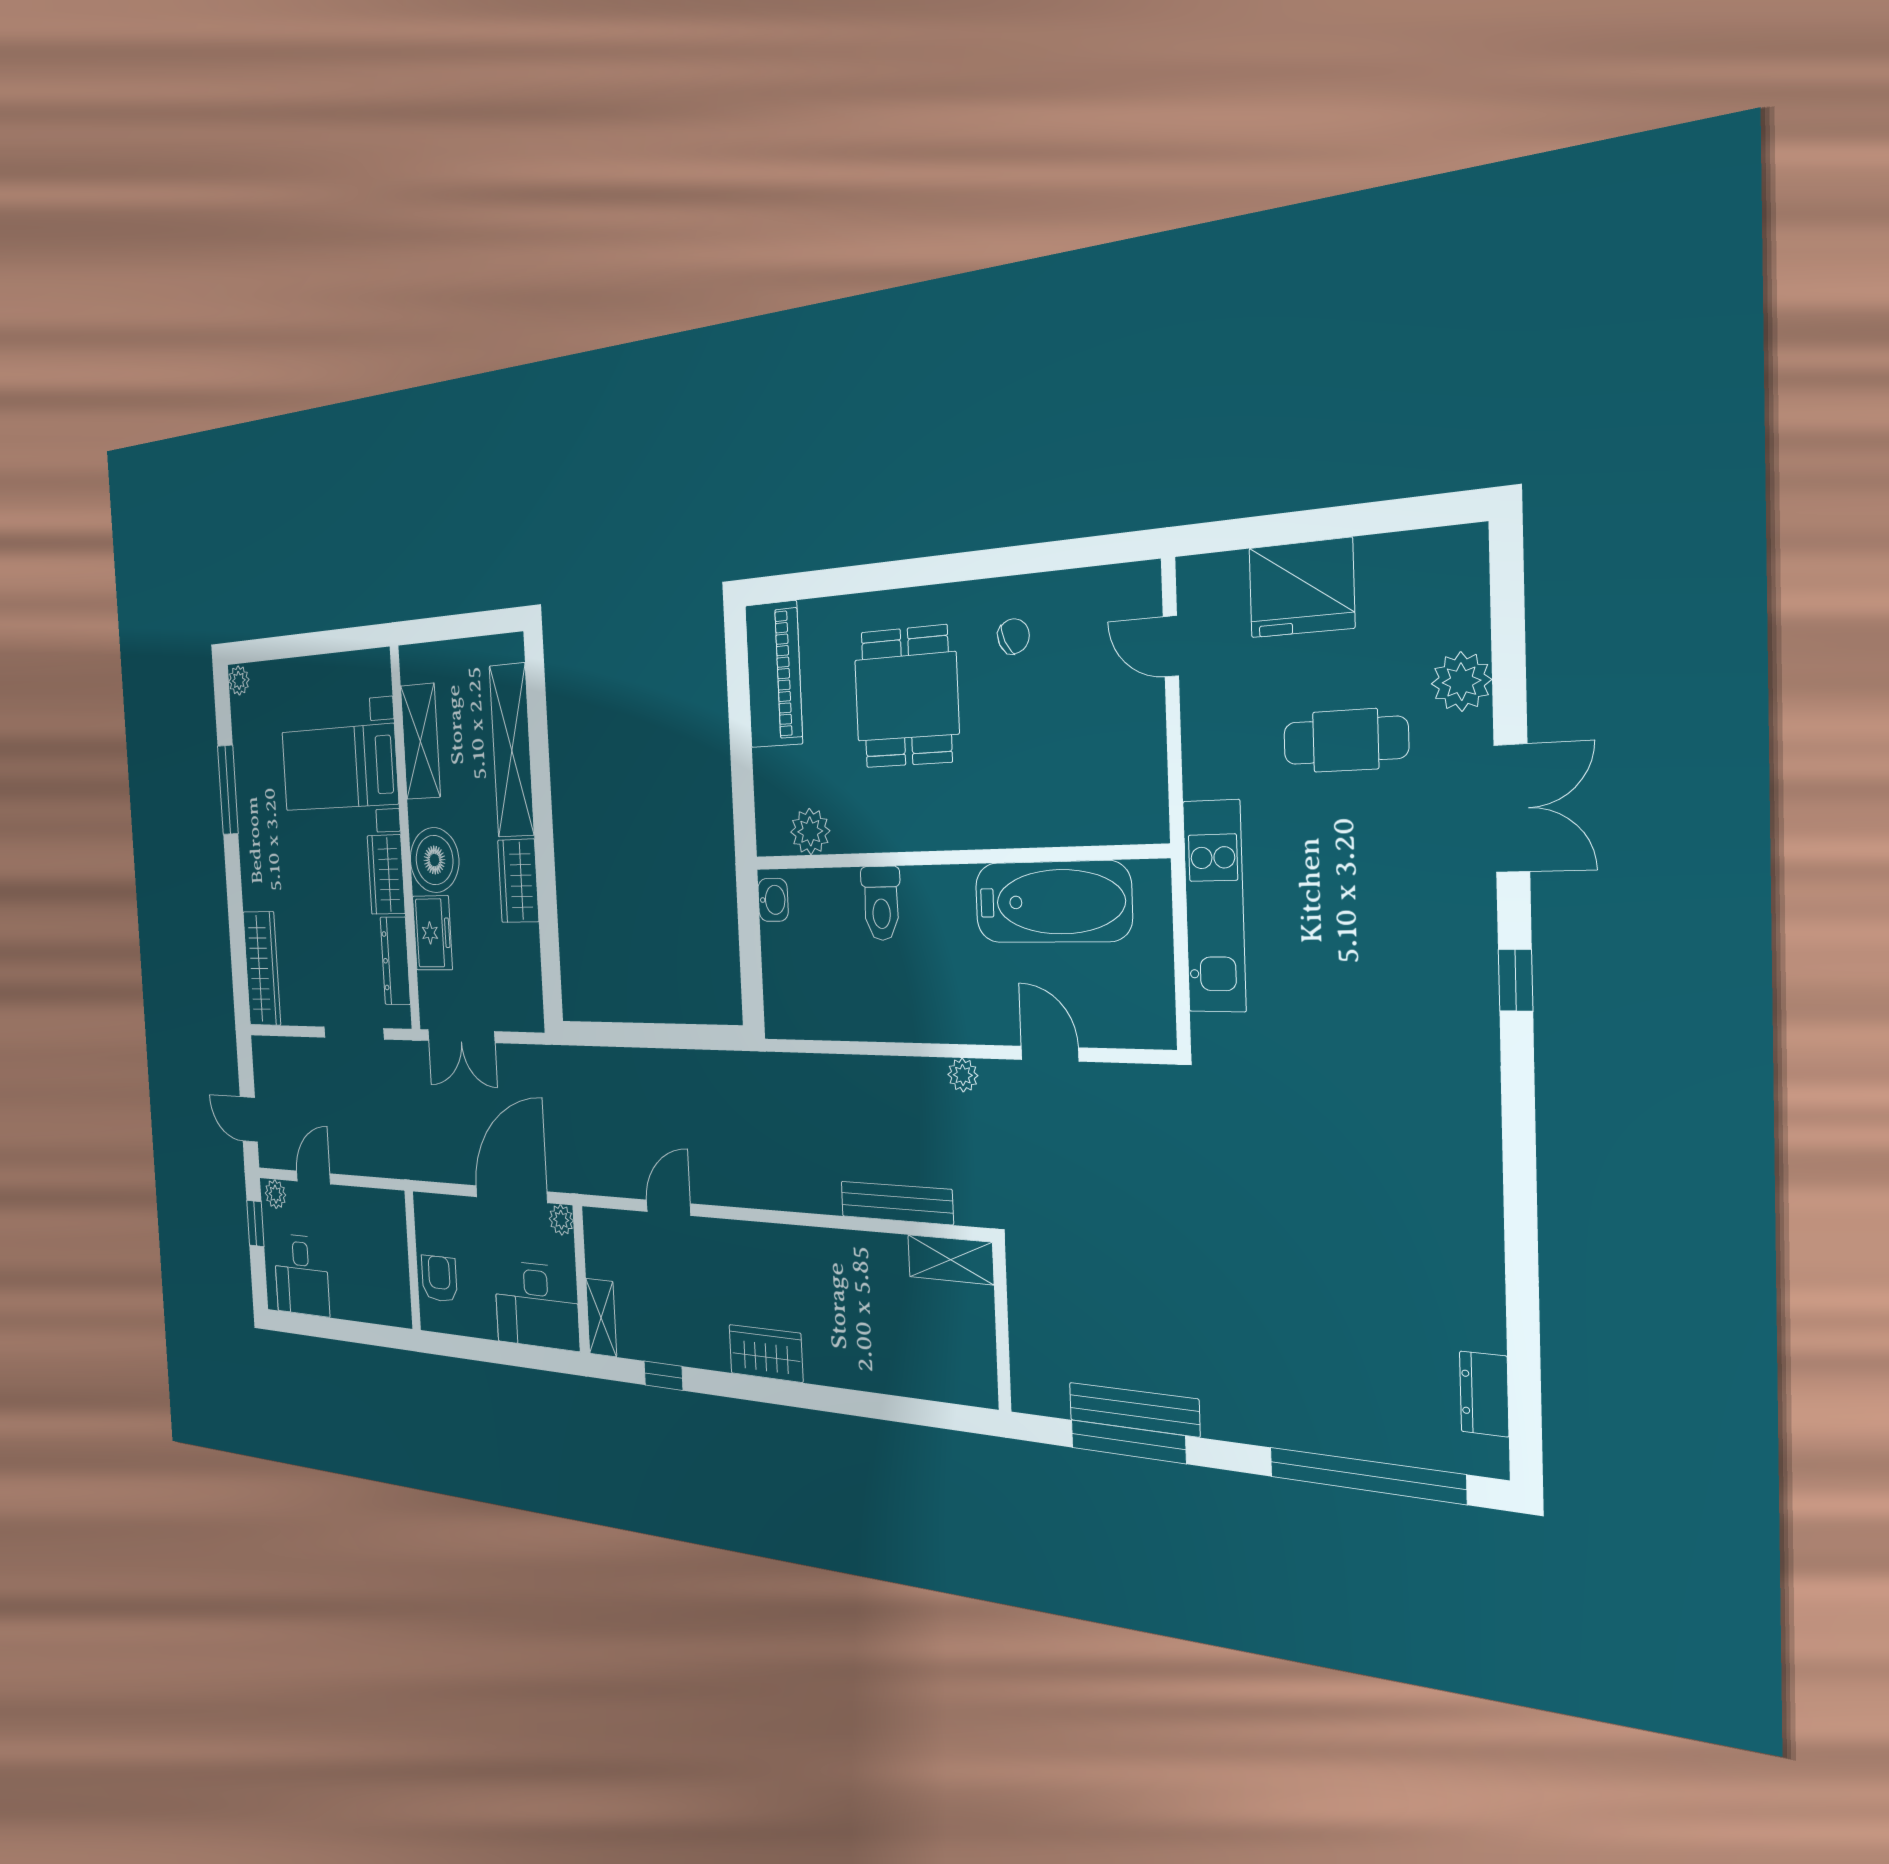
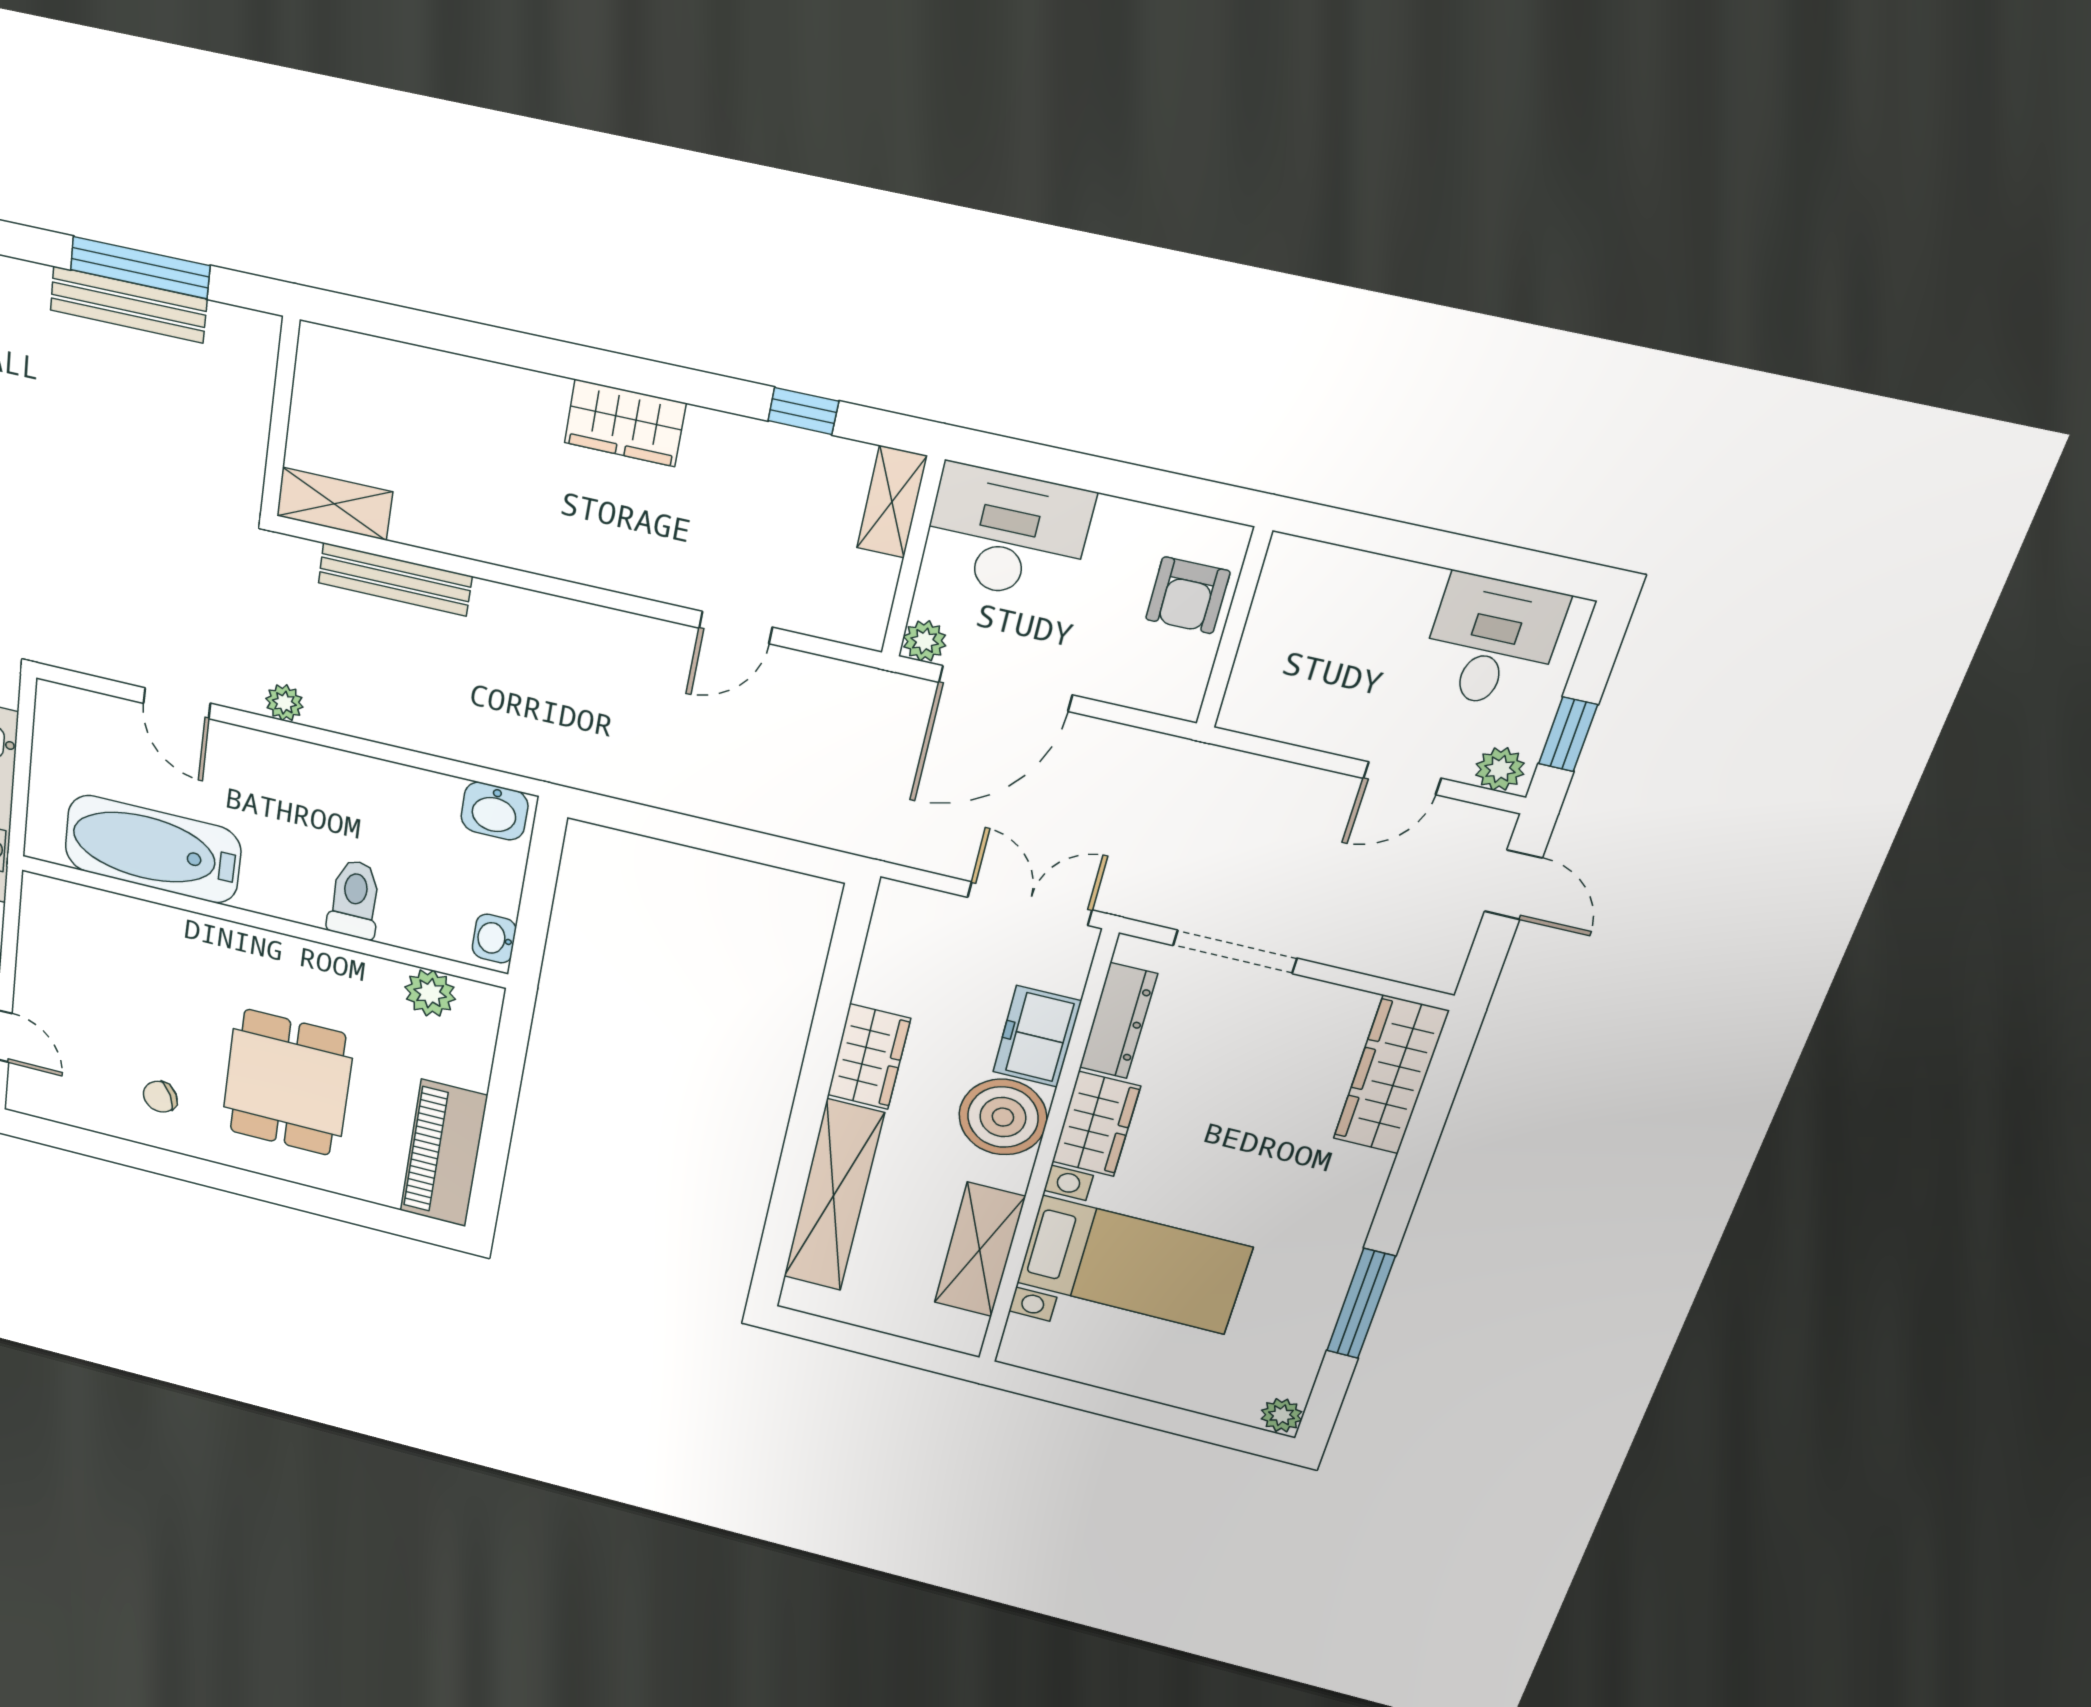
washbasin: (793, 1017) -> (494, 811), added

